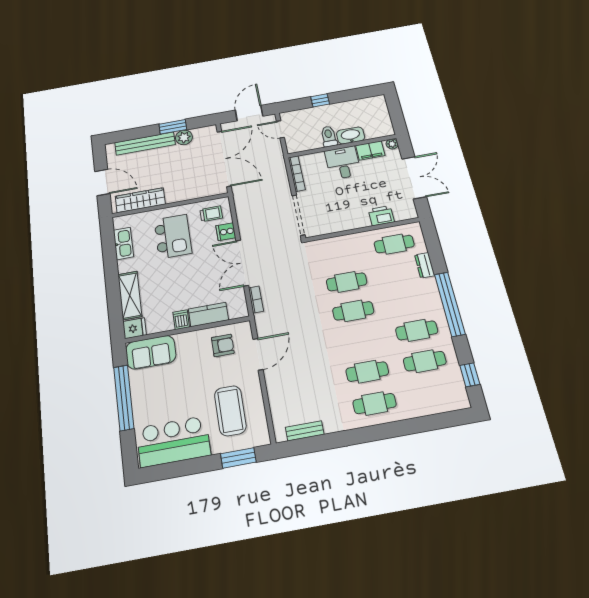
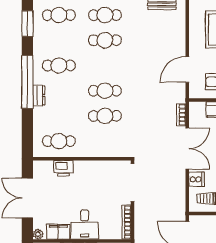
dresser: (425, 265) -> (39, 95), moved
cafe table: (425, 361) -> (59, 15), moved
window: (470, 375) -> (27, 24), width x1.50

